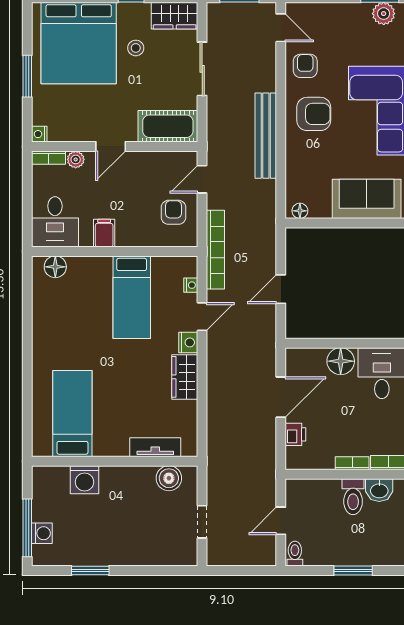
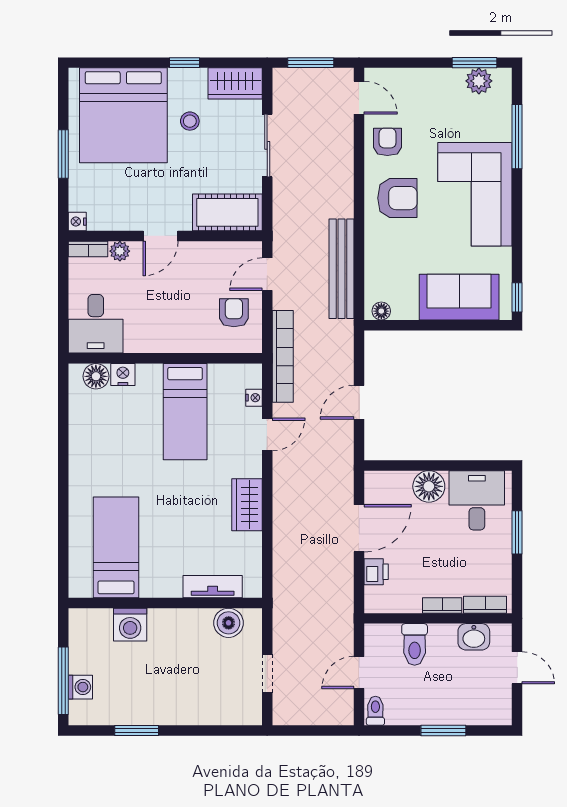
bench: (266, 136) -> (342, 269), moved
filing cabinet: (104, 233) -> (153, 337), removed
nightstand: (188, 342) -> (123, 375), moved, turned -90
toilet: (353, 497) -> (415, 644), moved

